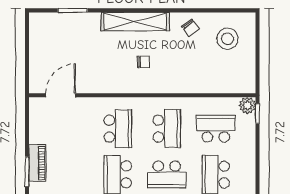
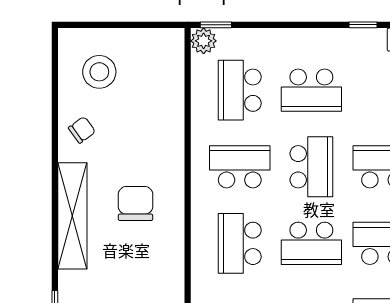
chair: (143, 62) -> (136, 203), width x1.87, depth x1.87
school desk: (118, 129) -> (240, 243), turned -90

